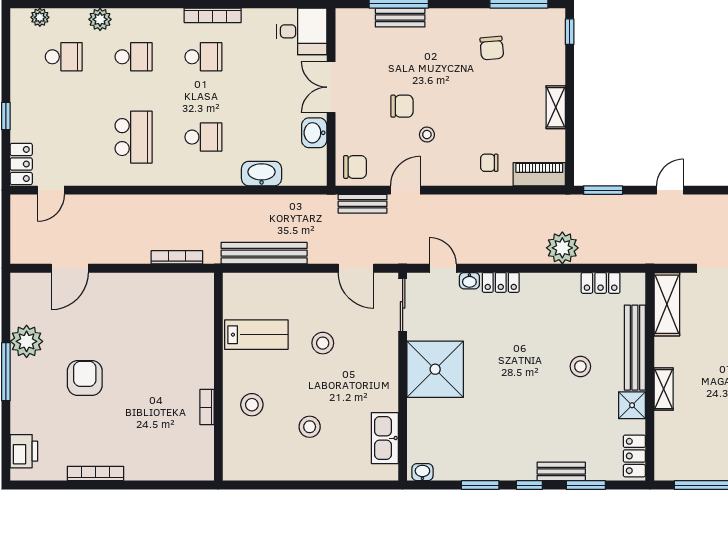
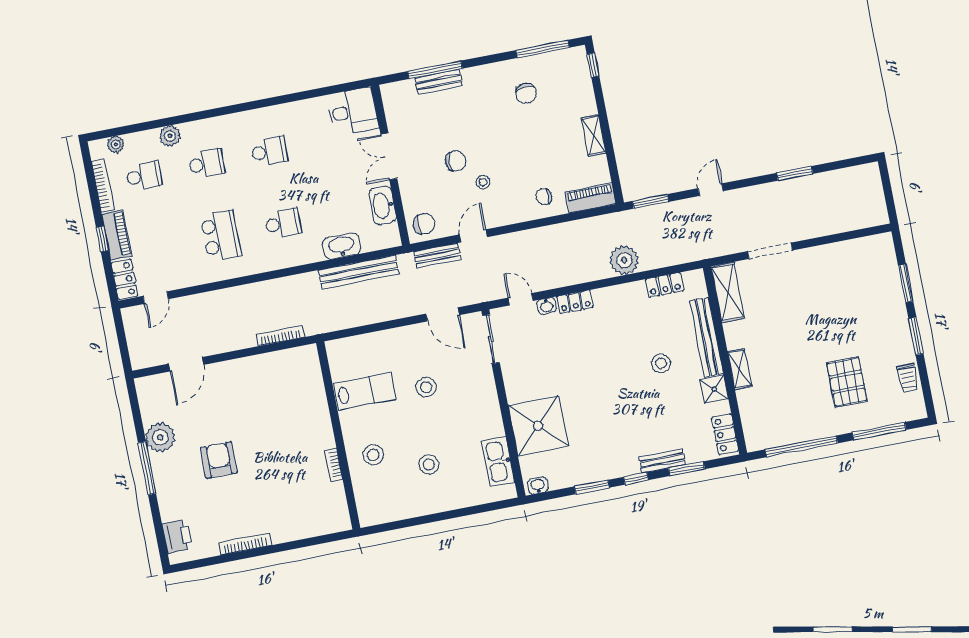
bookcase: (213, 15) -> (103, 185), moved, turned -90
piano: (22, 115) -> (116, 235), added
washbasin: (314, 133) -> (383, 205), width x1.38
bench: (264, 253) -> (358, 272), moved
shower: (435, 369) -> (538, 426), moved

